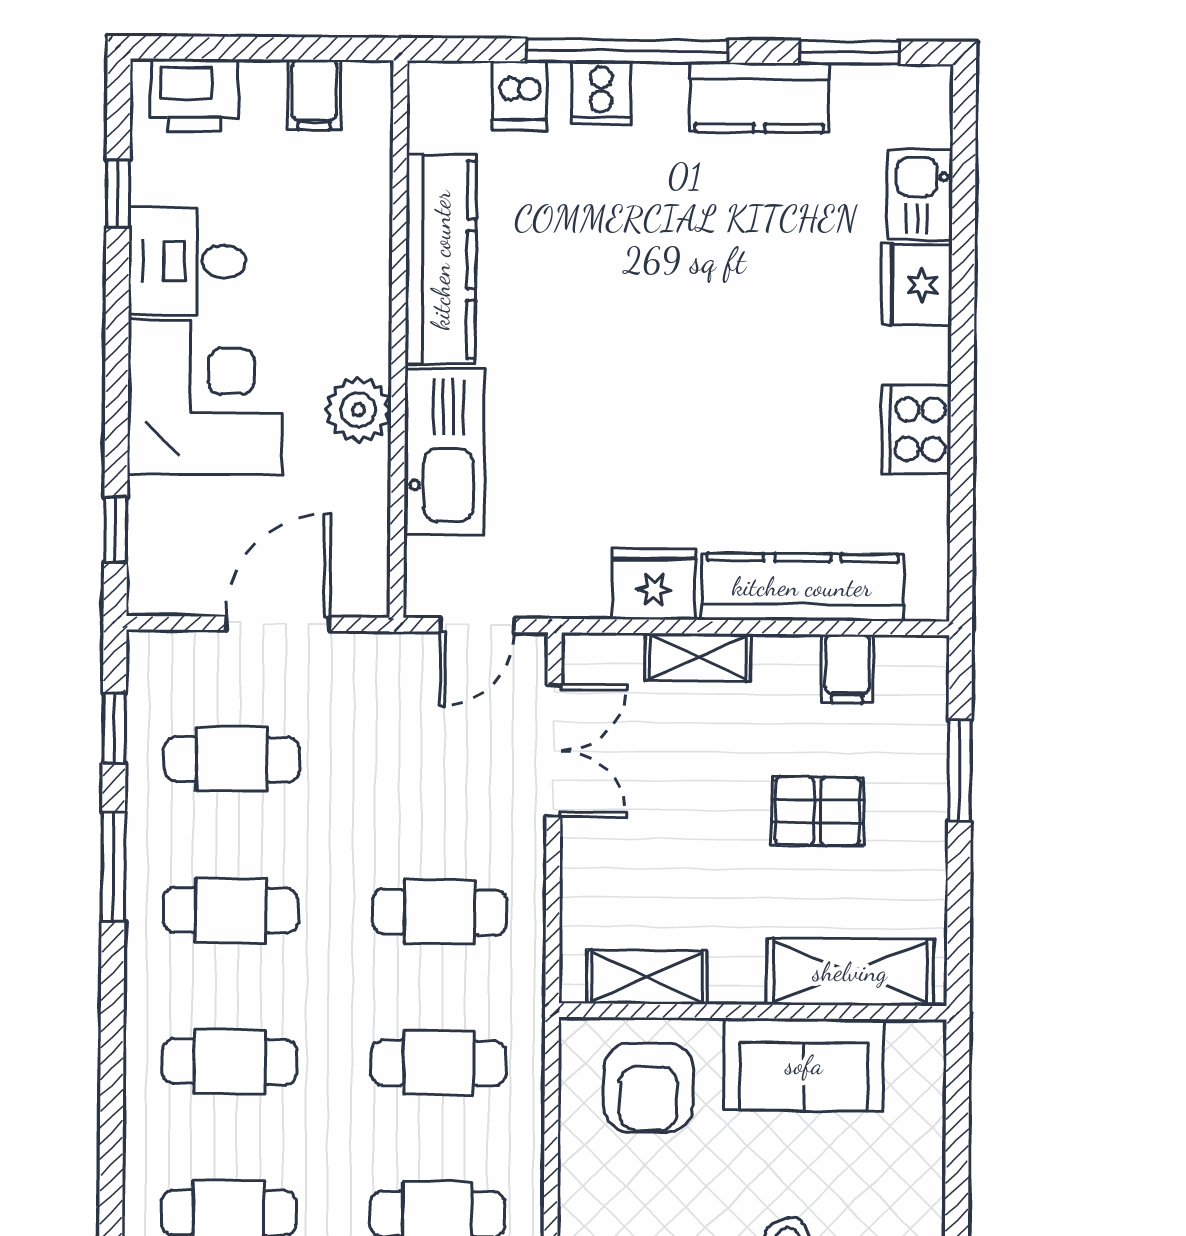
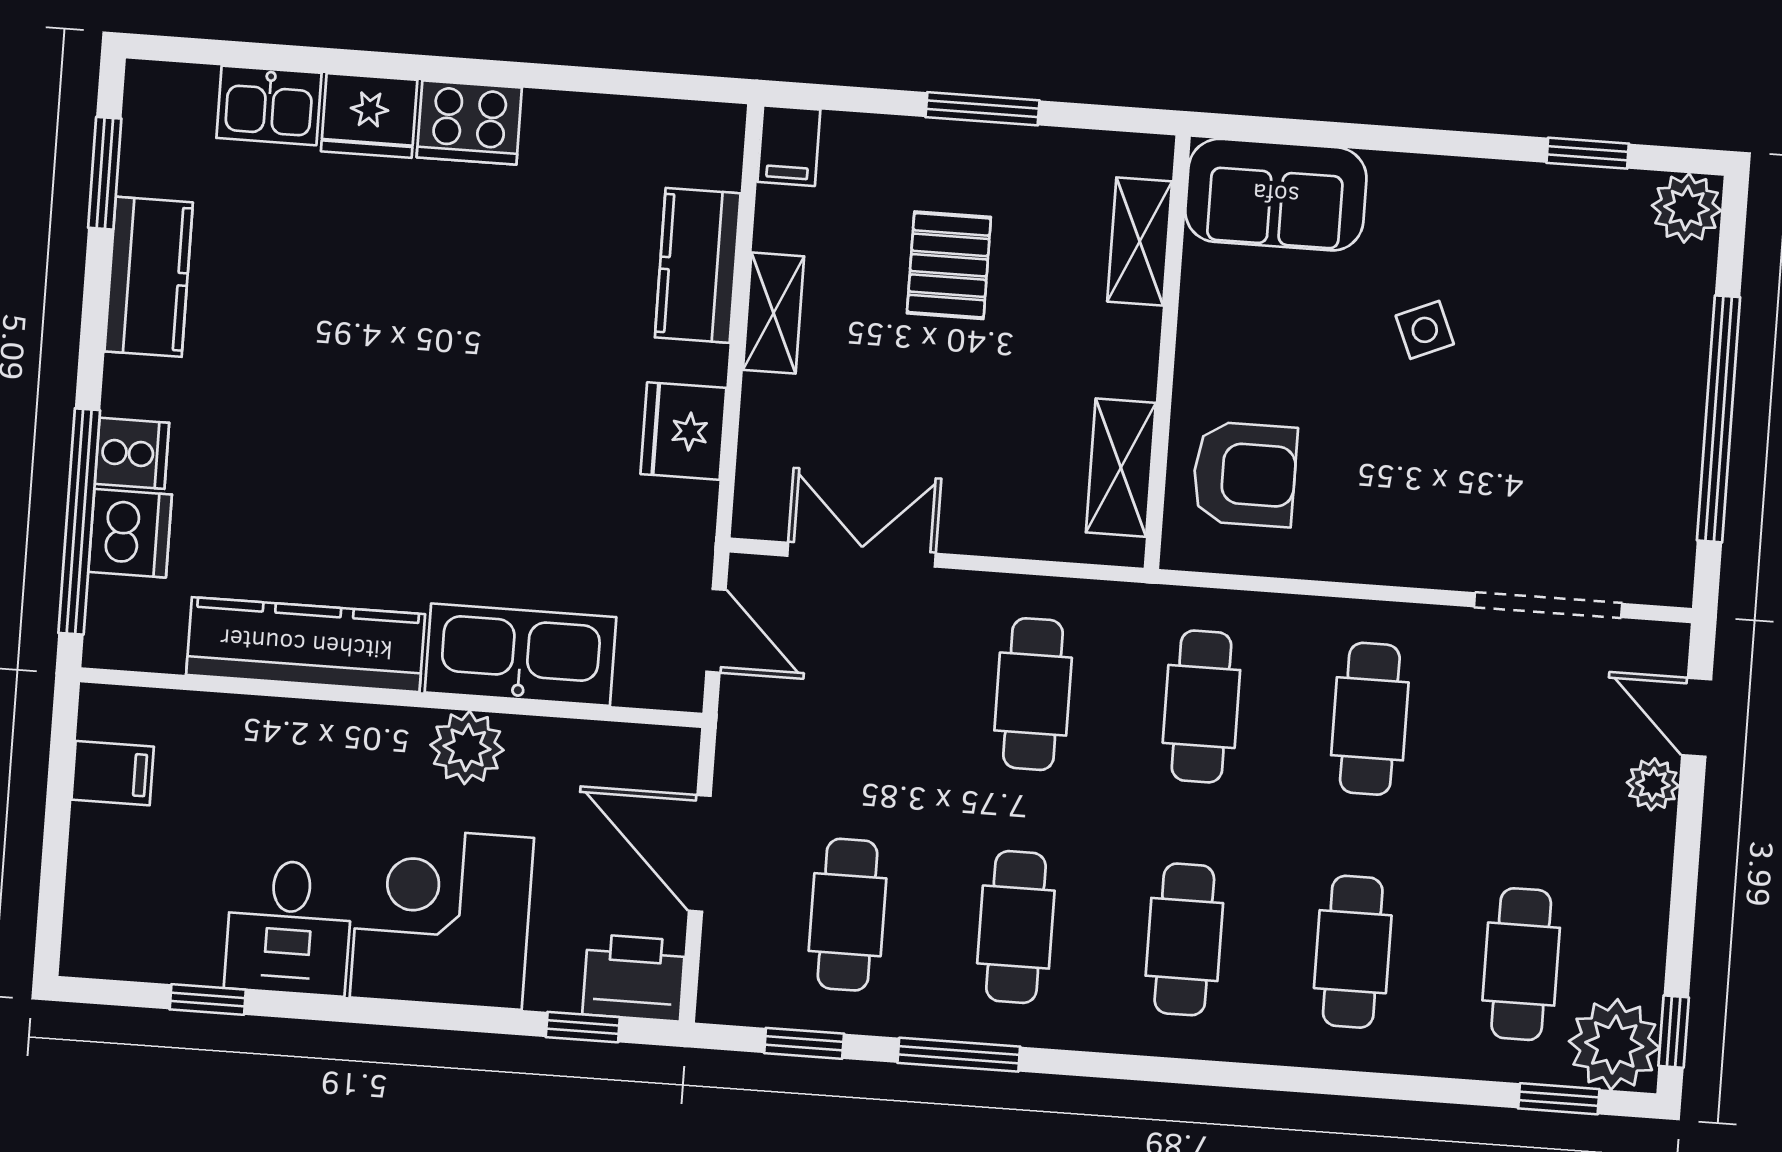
window: (627, 51) -> (79, 522), moved
printer: (194, 95) -> (634, 978), moved, turned -90
dishwasher: (520, 96) -> (130, 533), width x1.38
cooker: (916, 429) -> (469, 122), moved
kitchen counter: (802, 587) -> (698, 265), width x0.67
shelving: (698, 657) -> (774, 313), moved
filing cabinet: (847, 669) -> (789, 146), moved, turned 90
window: (960, 771) -> (982, 109), moved
shelving: (850, 972) -> (1140, 241), width x0.67, depth x0.75
sofa: (804, 1065) -> (1276, 195), moved, turned 90

